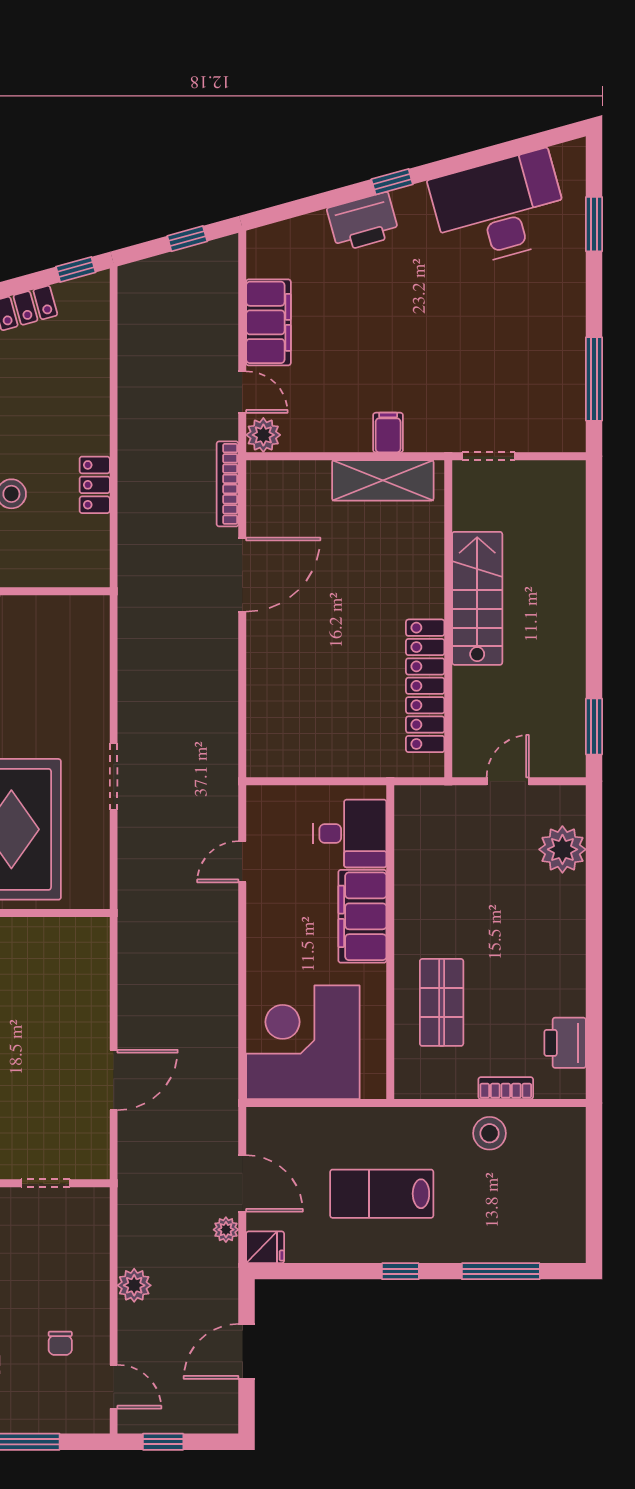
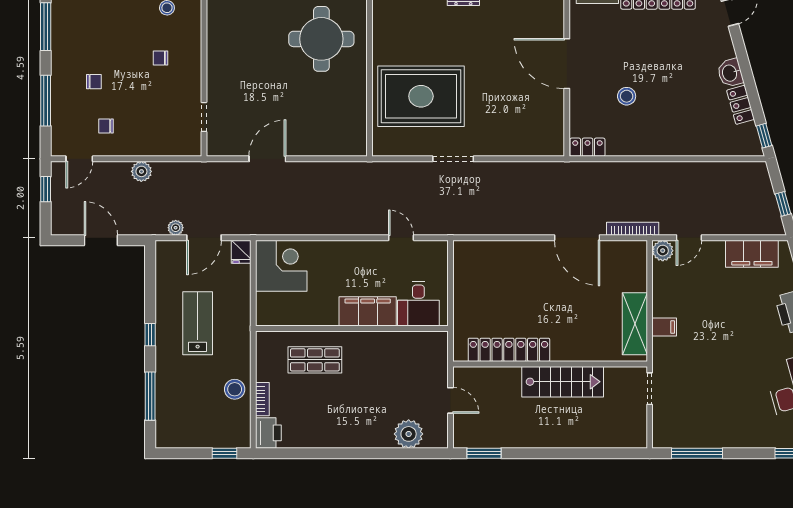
filing cabinet: (268, 322) -> (752, 254), moved
locker: (95, 485) -> (587, 147), moved
corner desk: (303, 1042) -> (281, 266), width x0.74, depth x0.74
printer: (565, 1043) -> (268, 433), moved, turned 90
door: (114, 1080) -> (267, 159), swing flipped
window: (594, 1150) -> (224, 453), added
fridge: (265, 1247) -> (241, 252), moved

